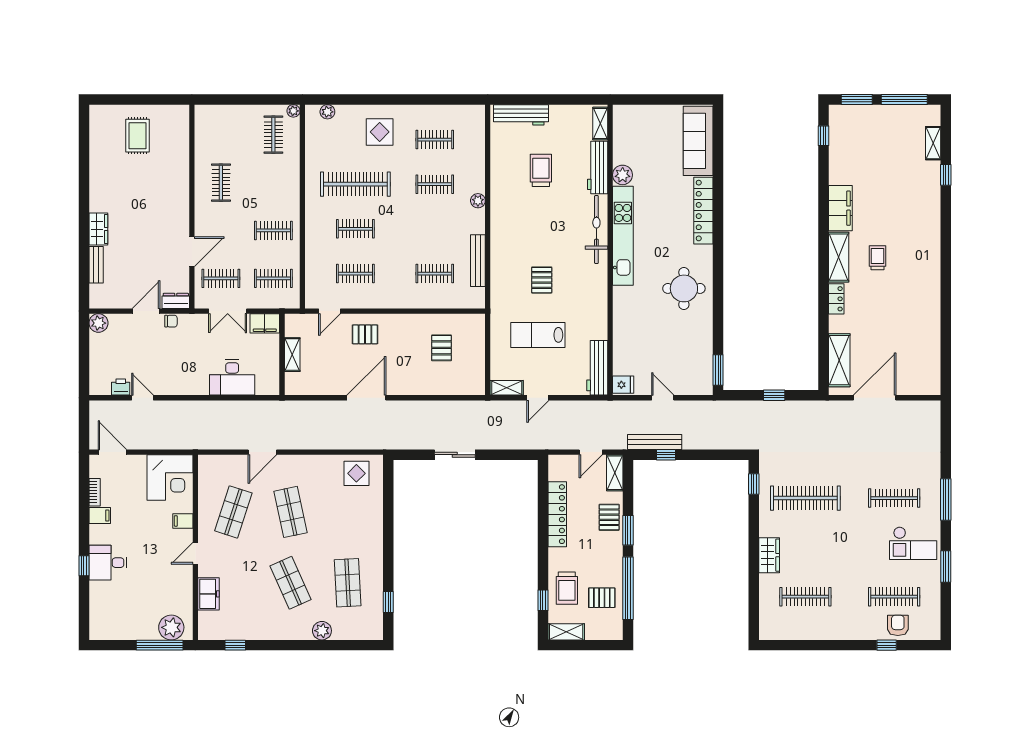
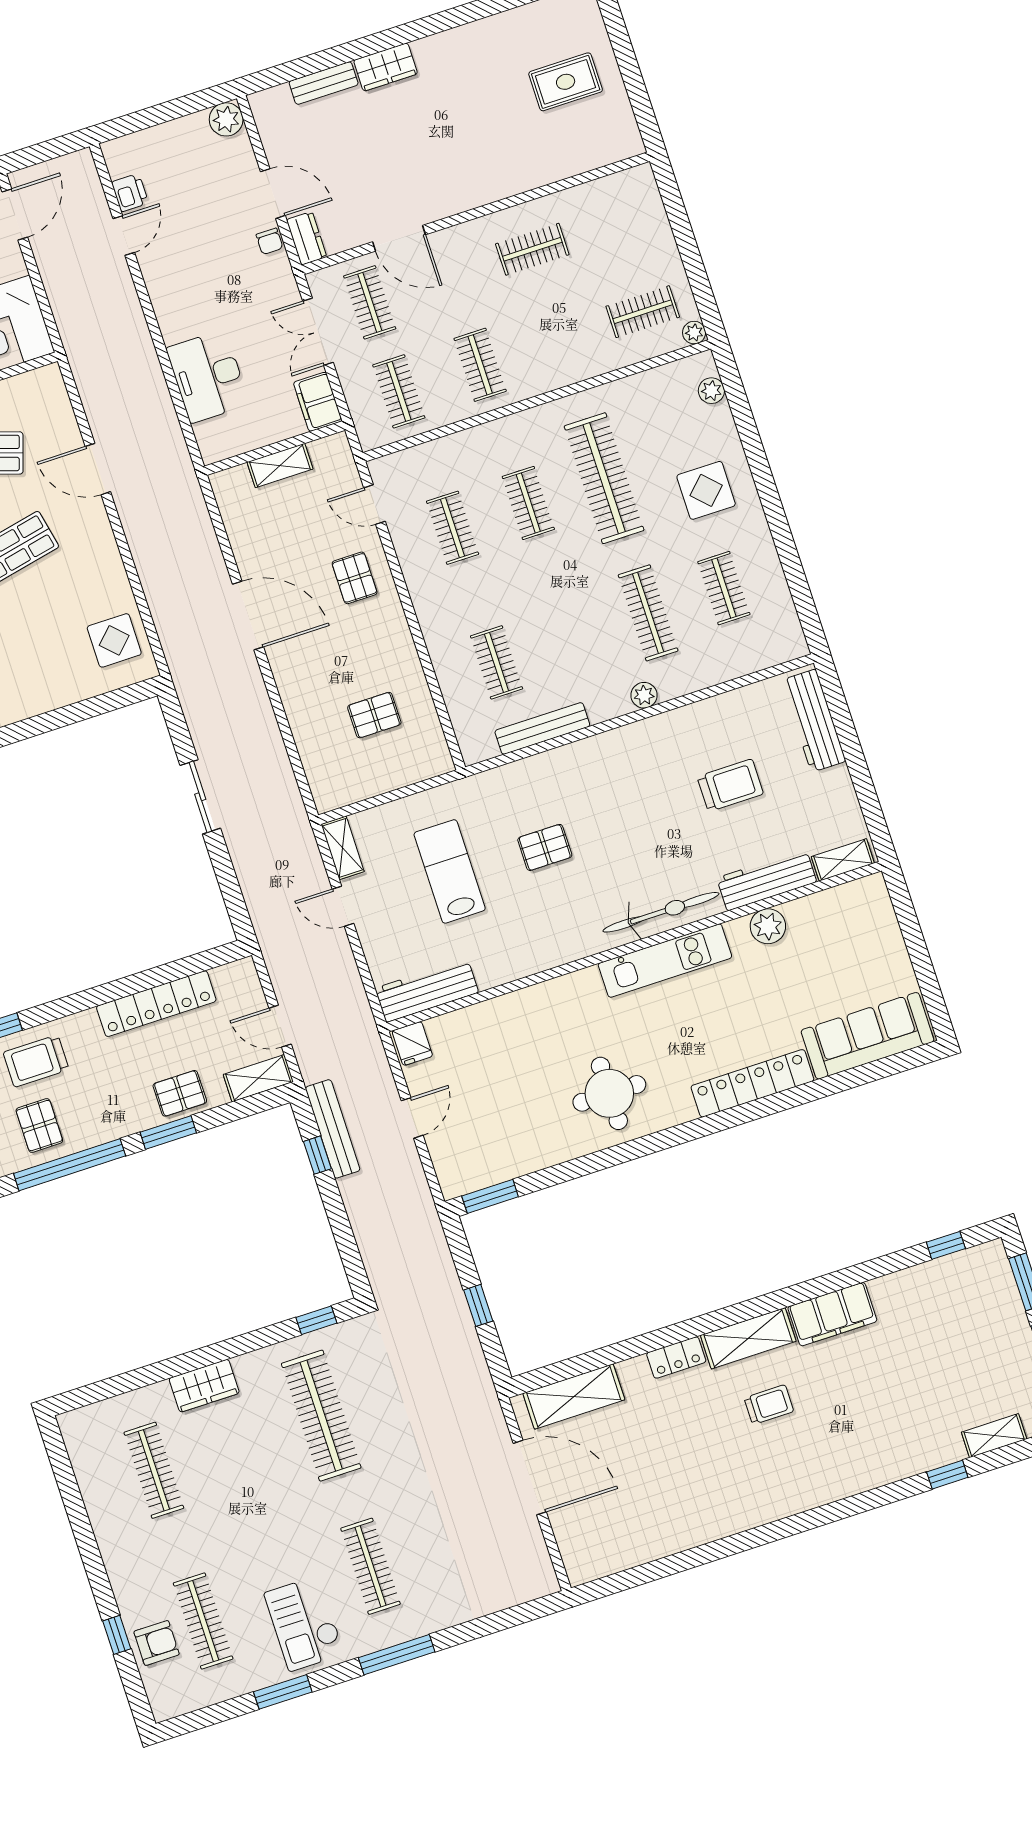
clothes rail: (435, 184) -> (648, 613), width x1.36
kitchen unit: (623, 236) -> (665, 961), width x0.73

